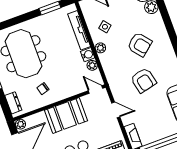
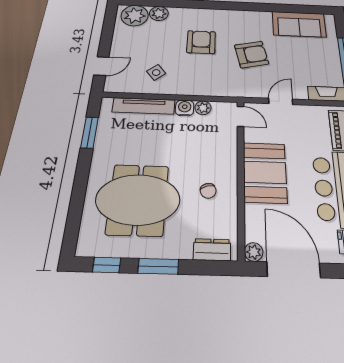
armchair: (140, 45) -> (201, 42), turned -50
plant: (100, 48) -> (183, 88), removed
door: (96, 89) -> (240, 116), swing flipped

